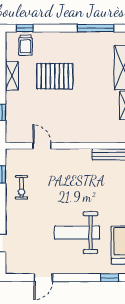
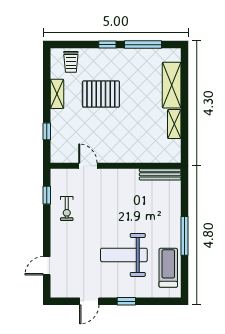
window: (25, 28) -> (107, 45), moved
window: (110, 278) -> (126, 301), moved

